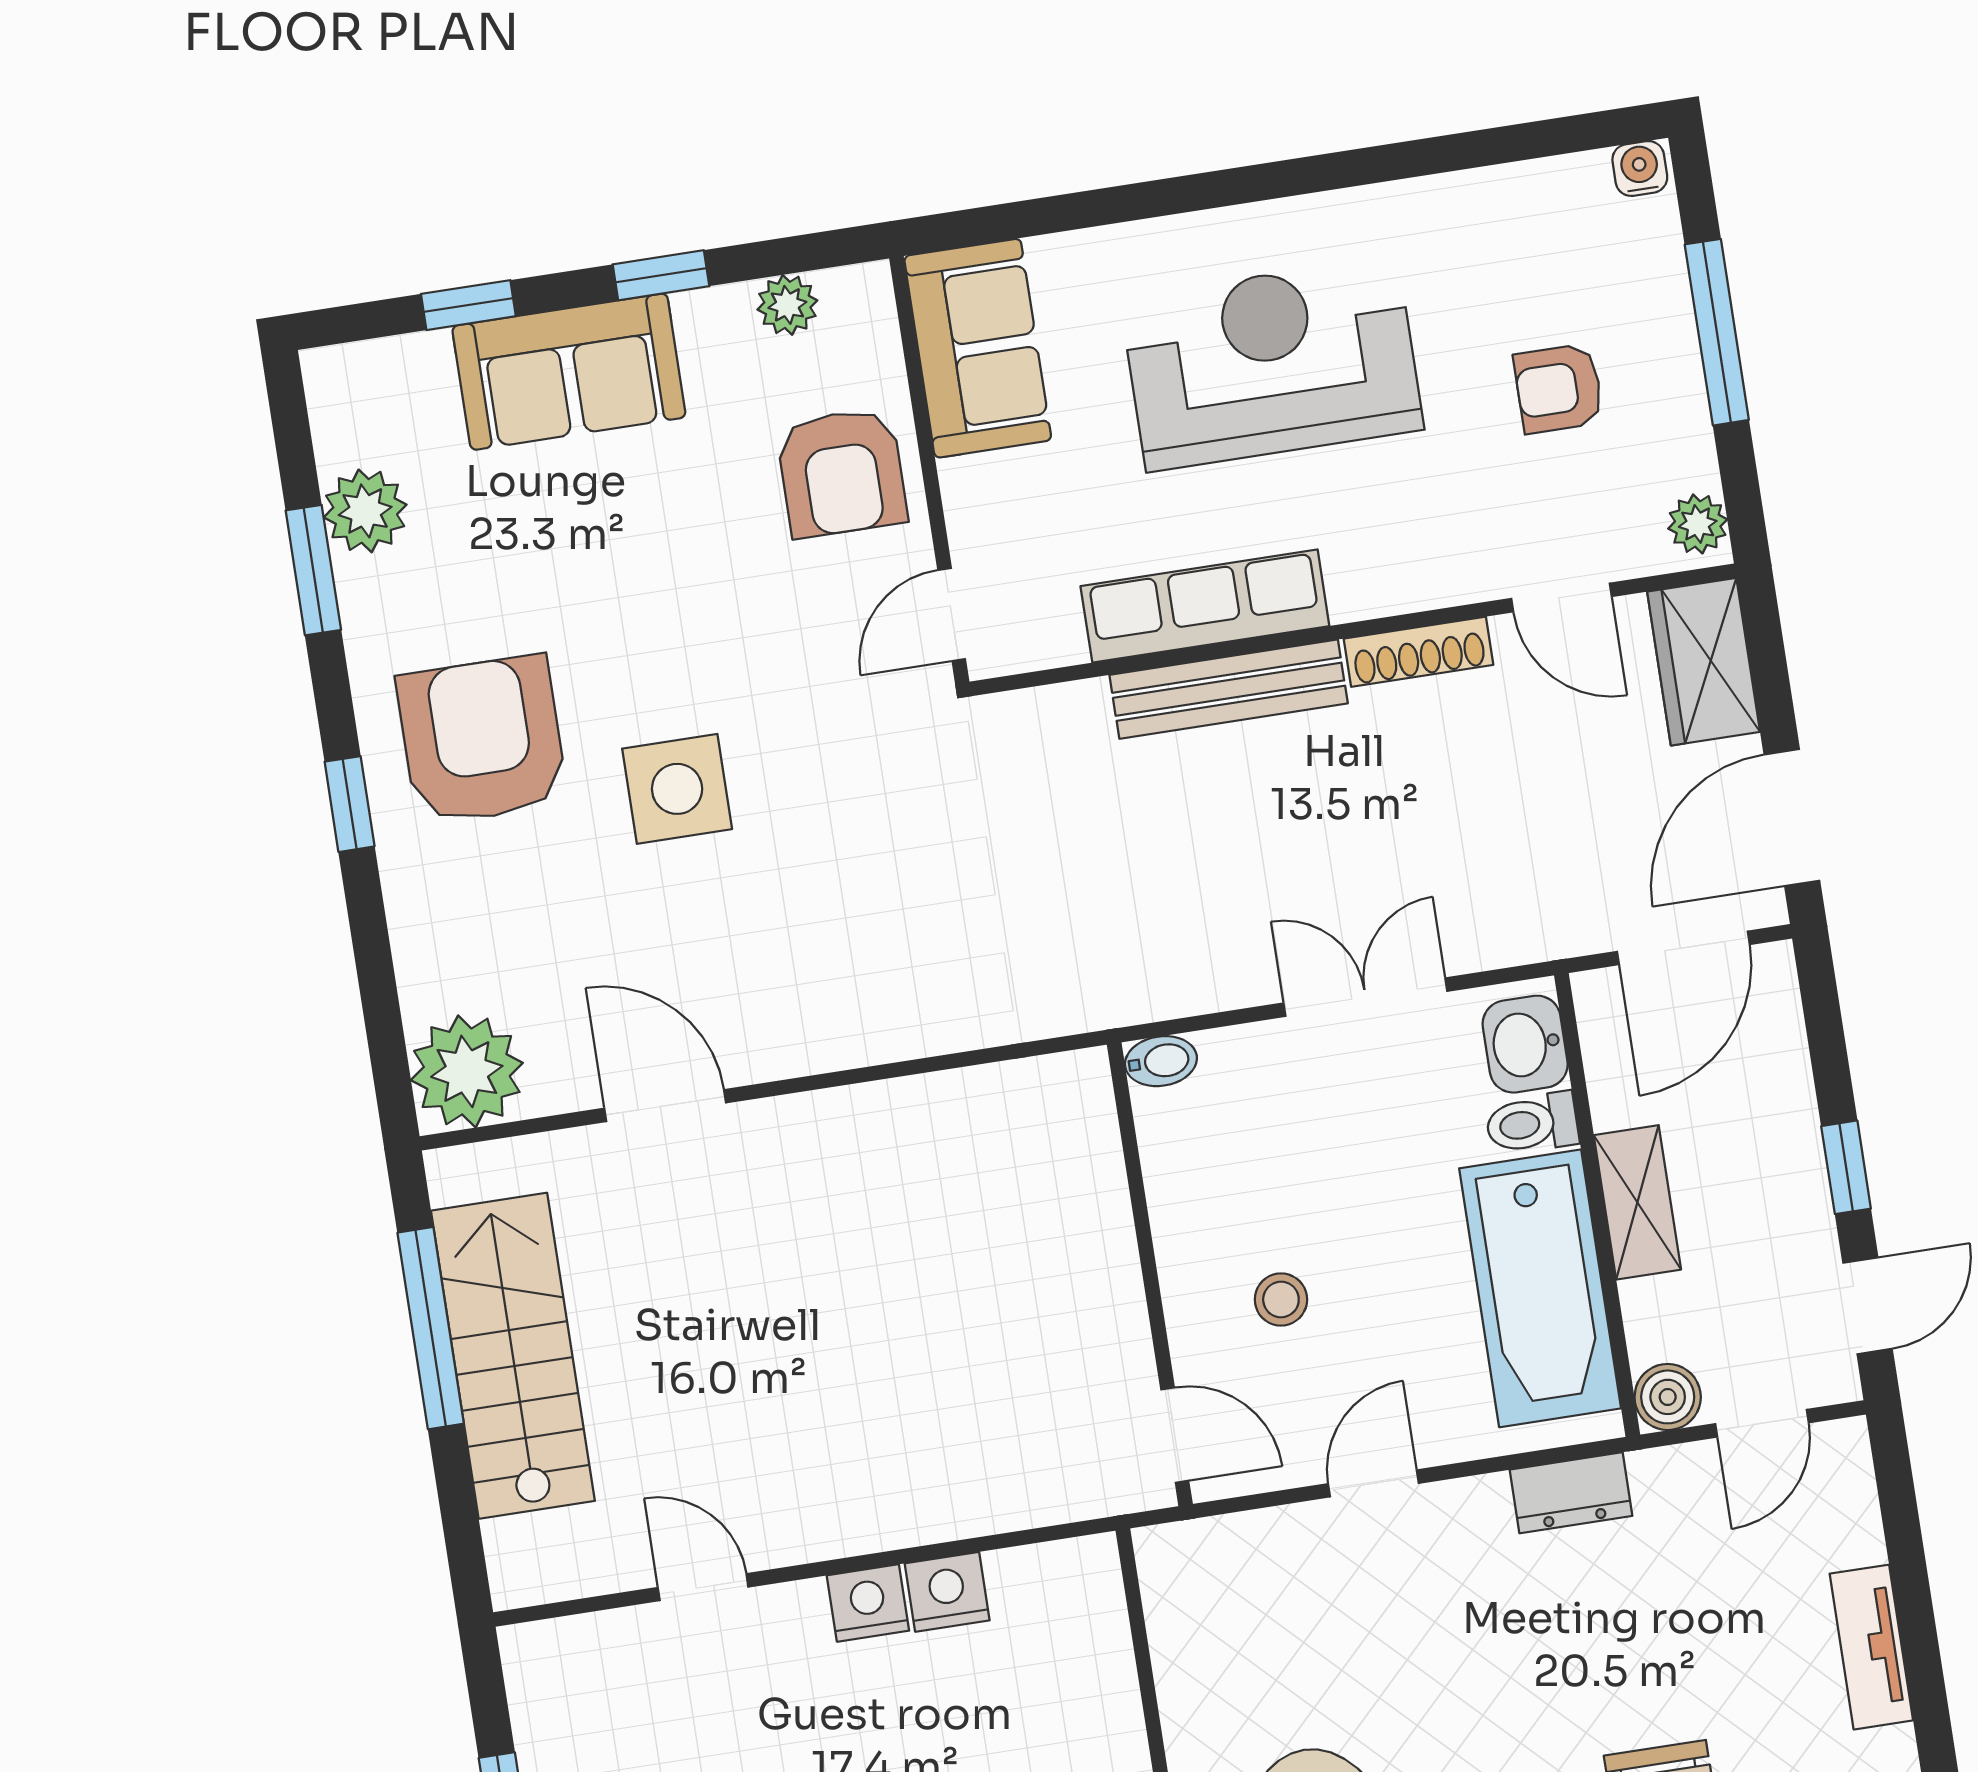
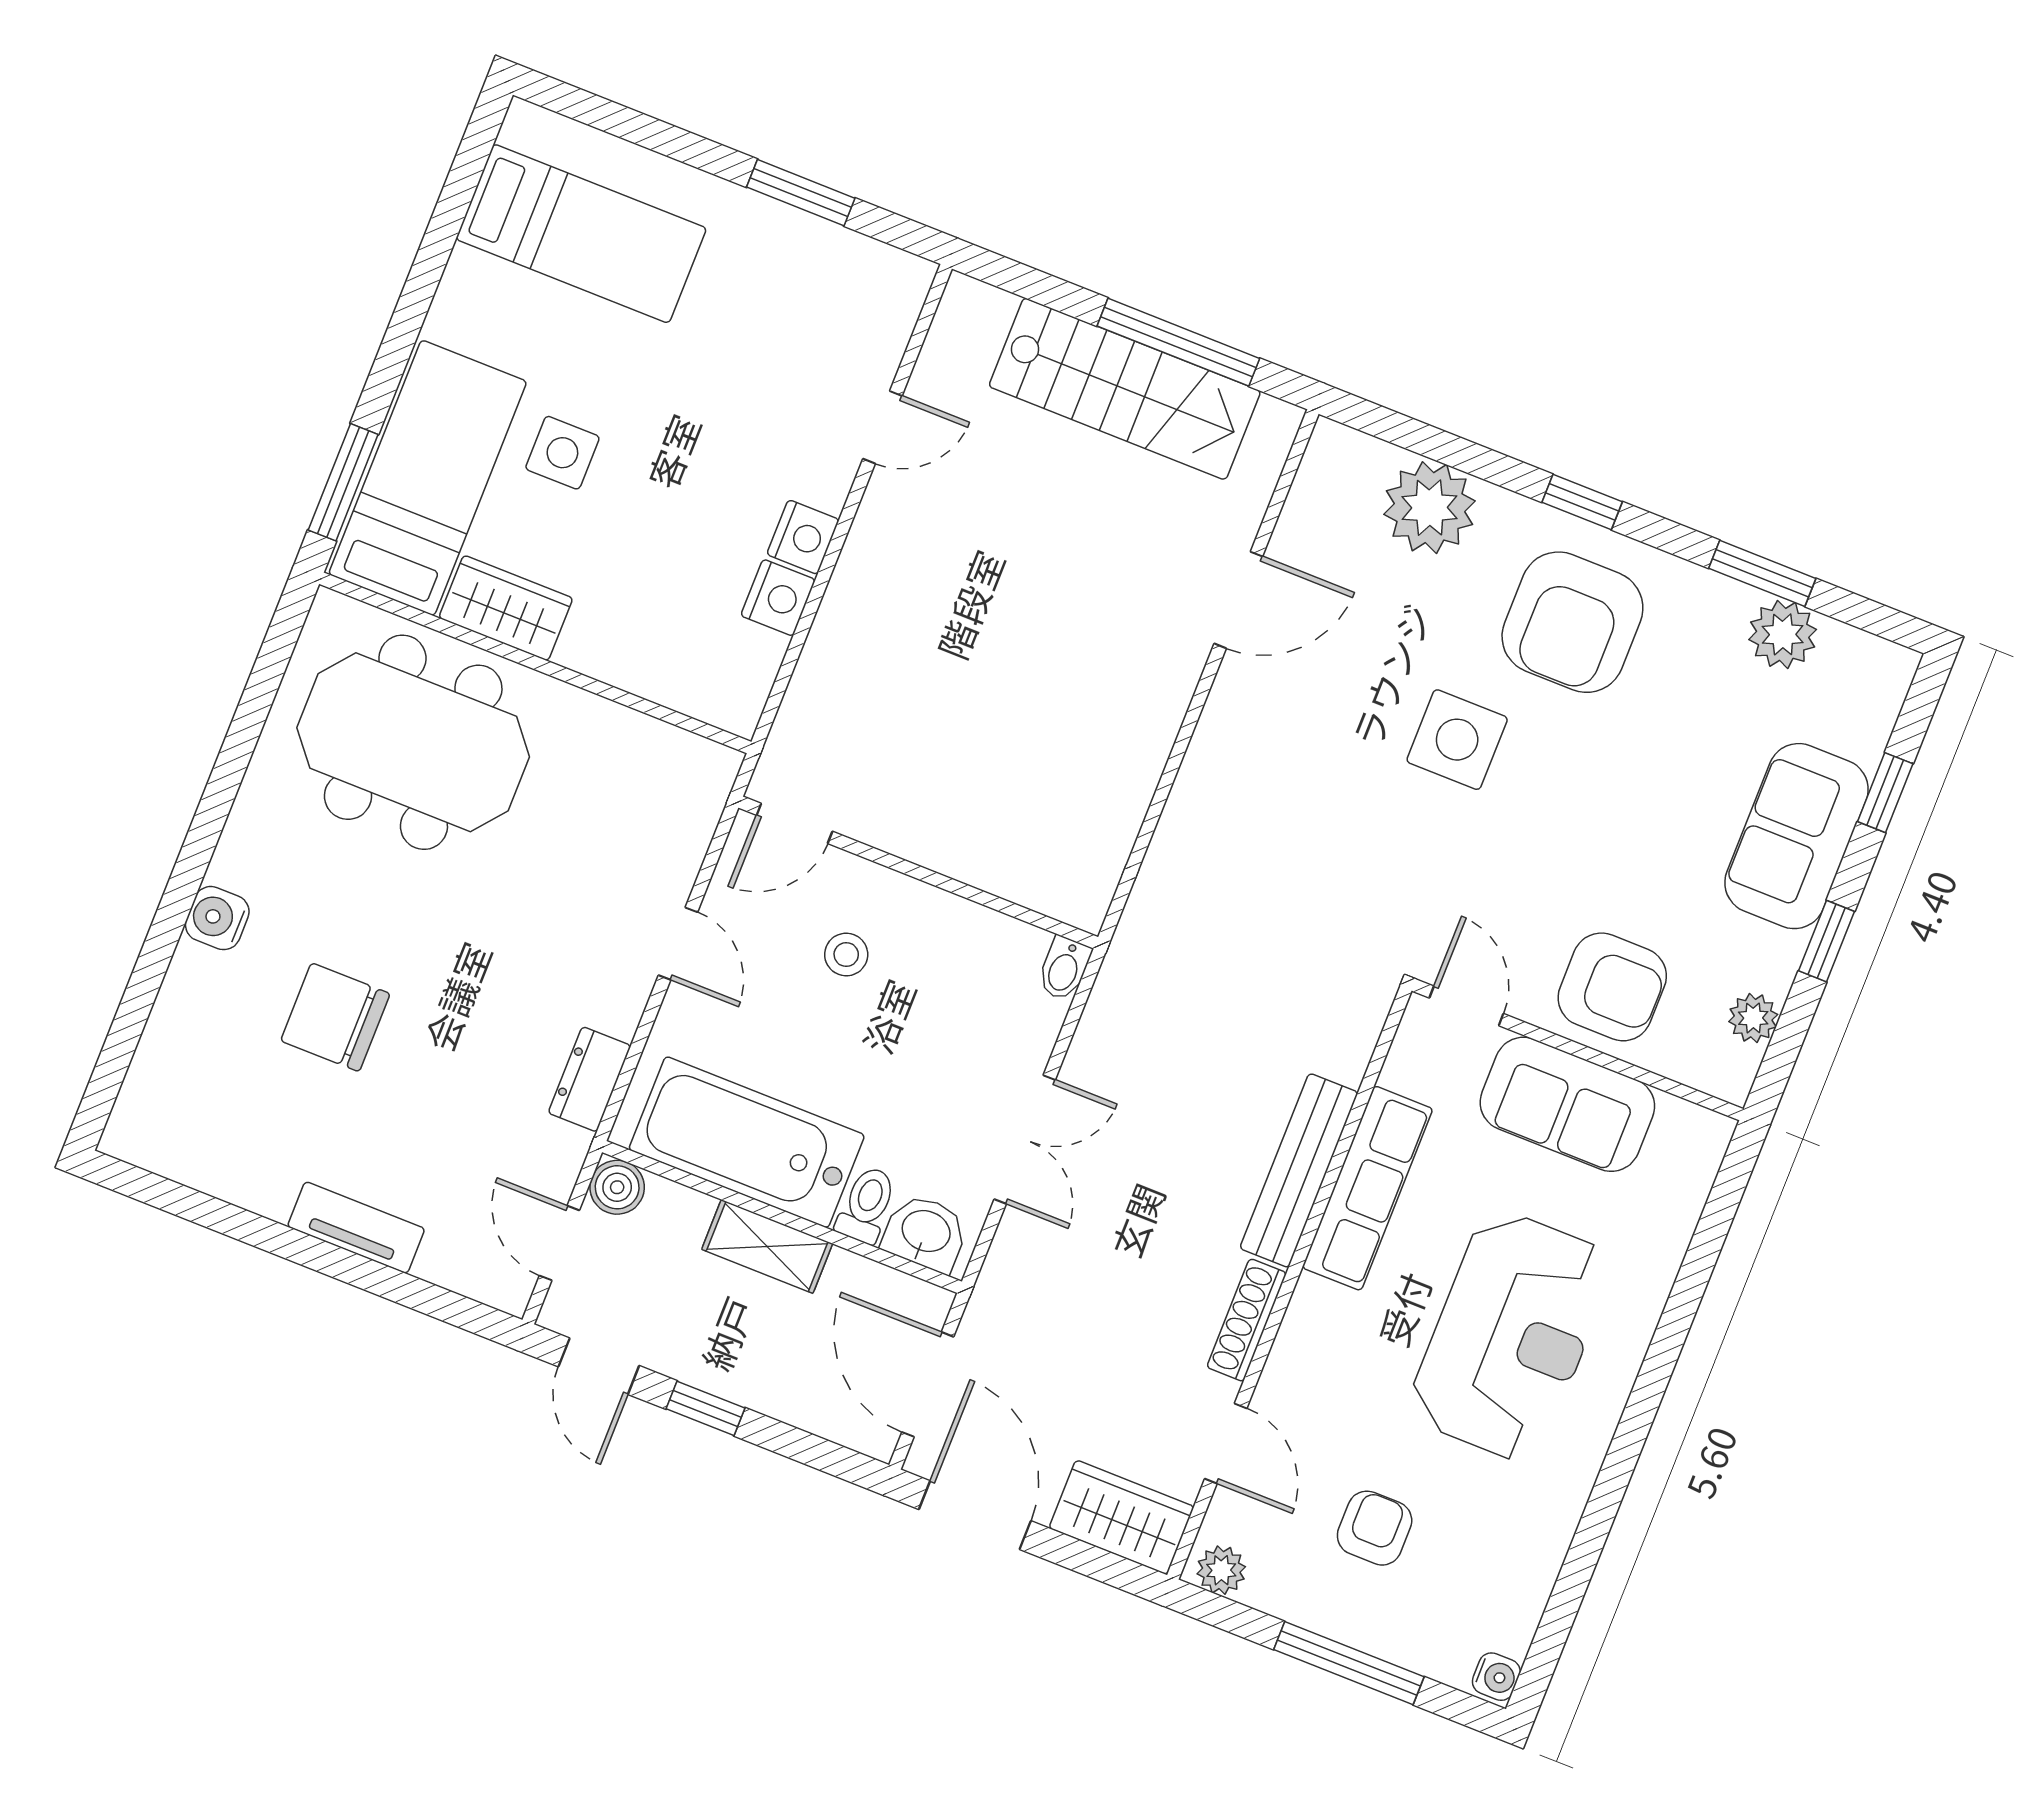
sofa: (978, 348) -> (1567, 1104), moved
armchair: (842, 473) -> (1612, 987), turned 180
door: (1562, 597) -> (1226, 1444), swing flipped
armchair: (482, 740) -> (1572, 622), turned 90
plant: (467, 1071) -> (1429, 508), moved

